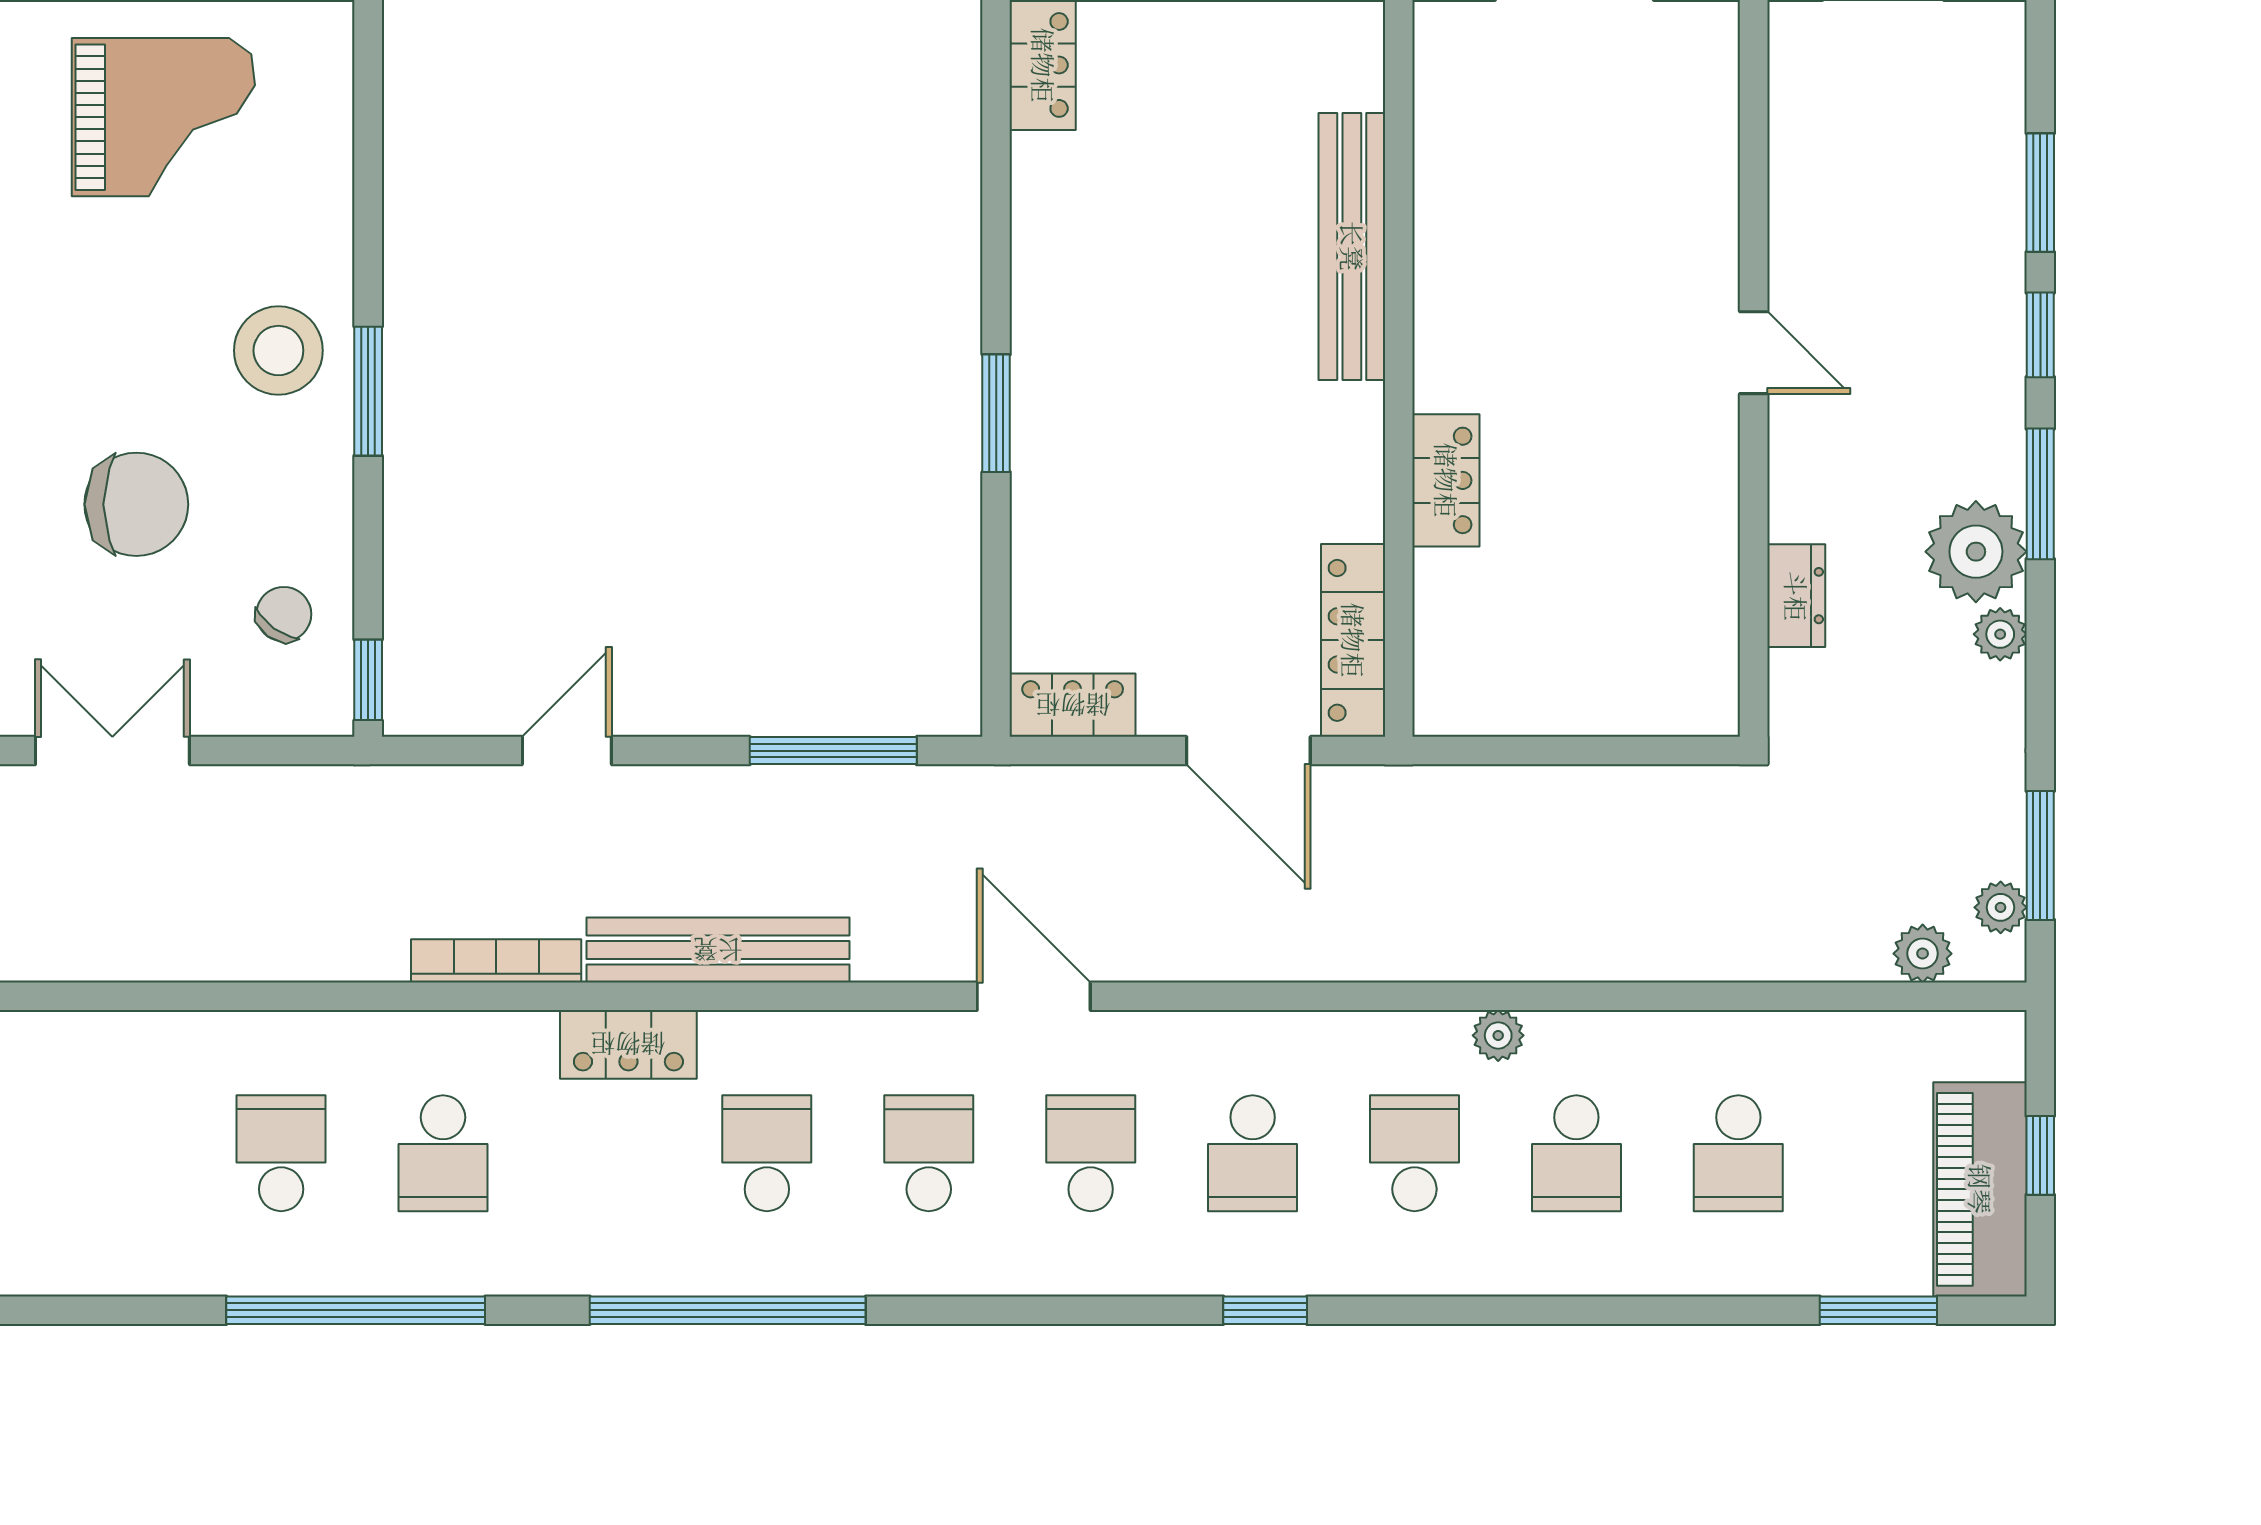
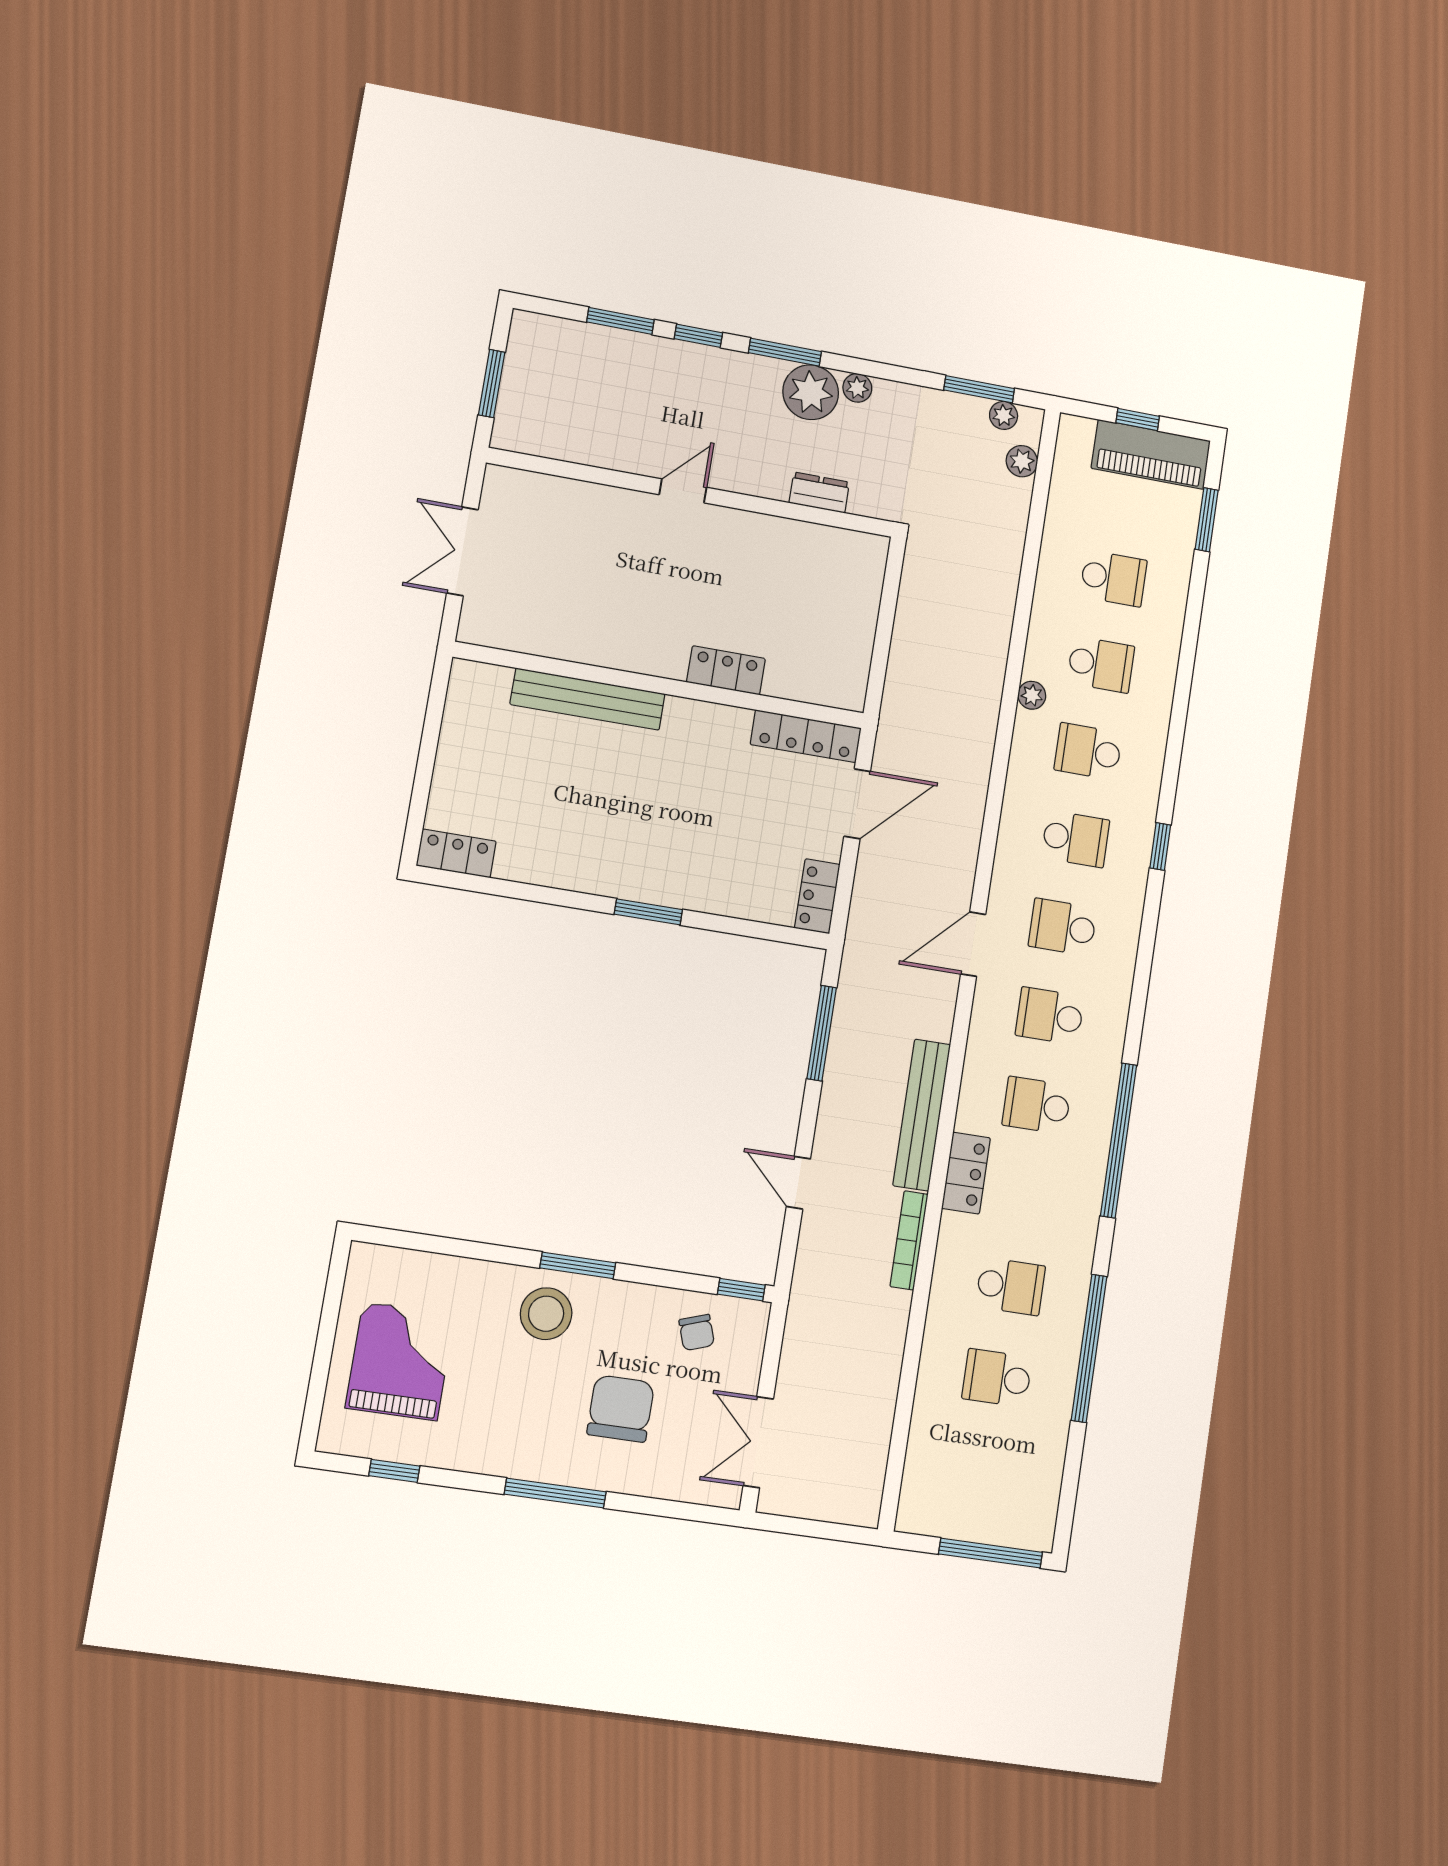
chair: (284, 614) -> (697, 1332), turned -145

